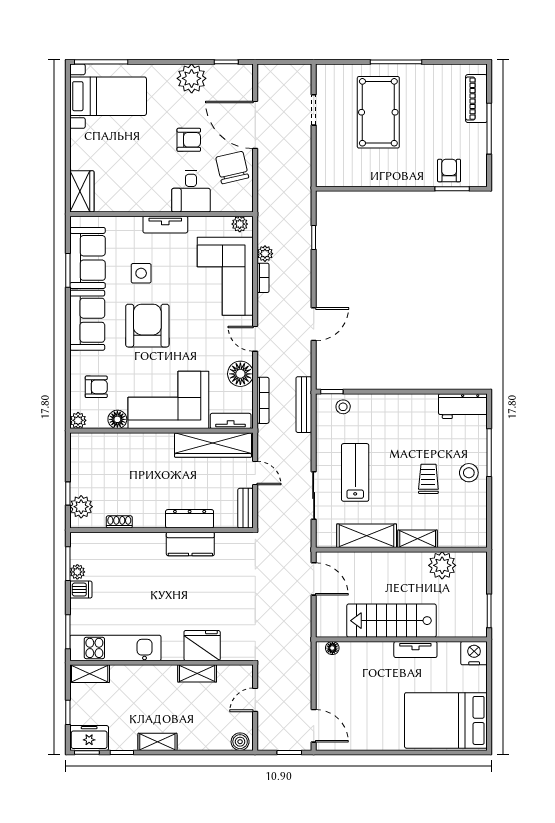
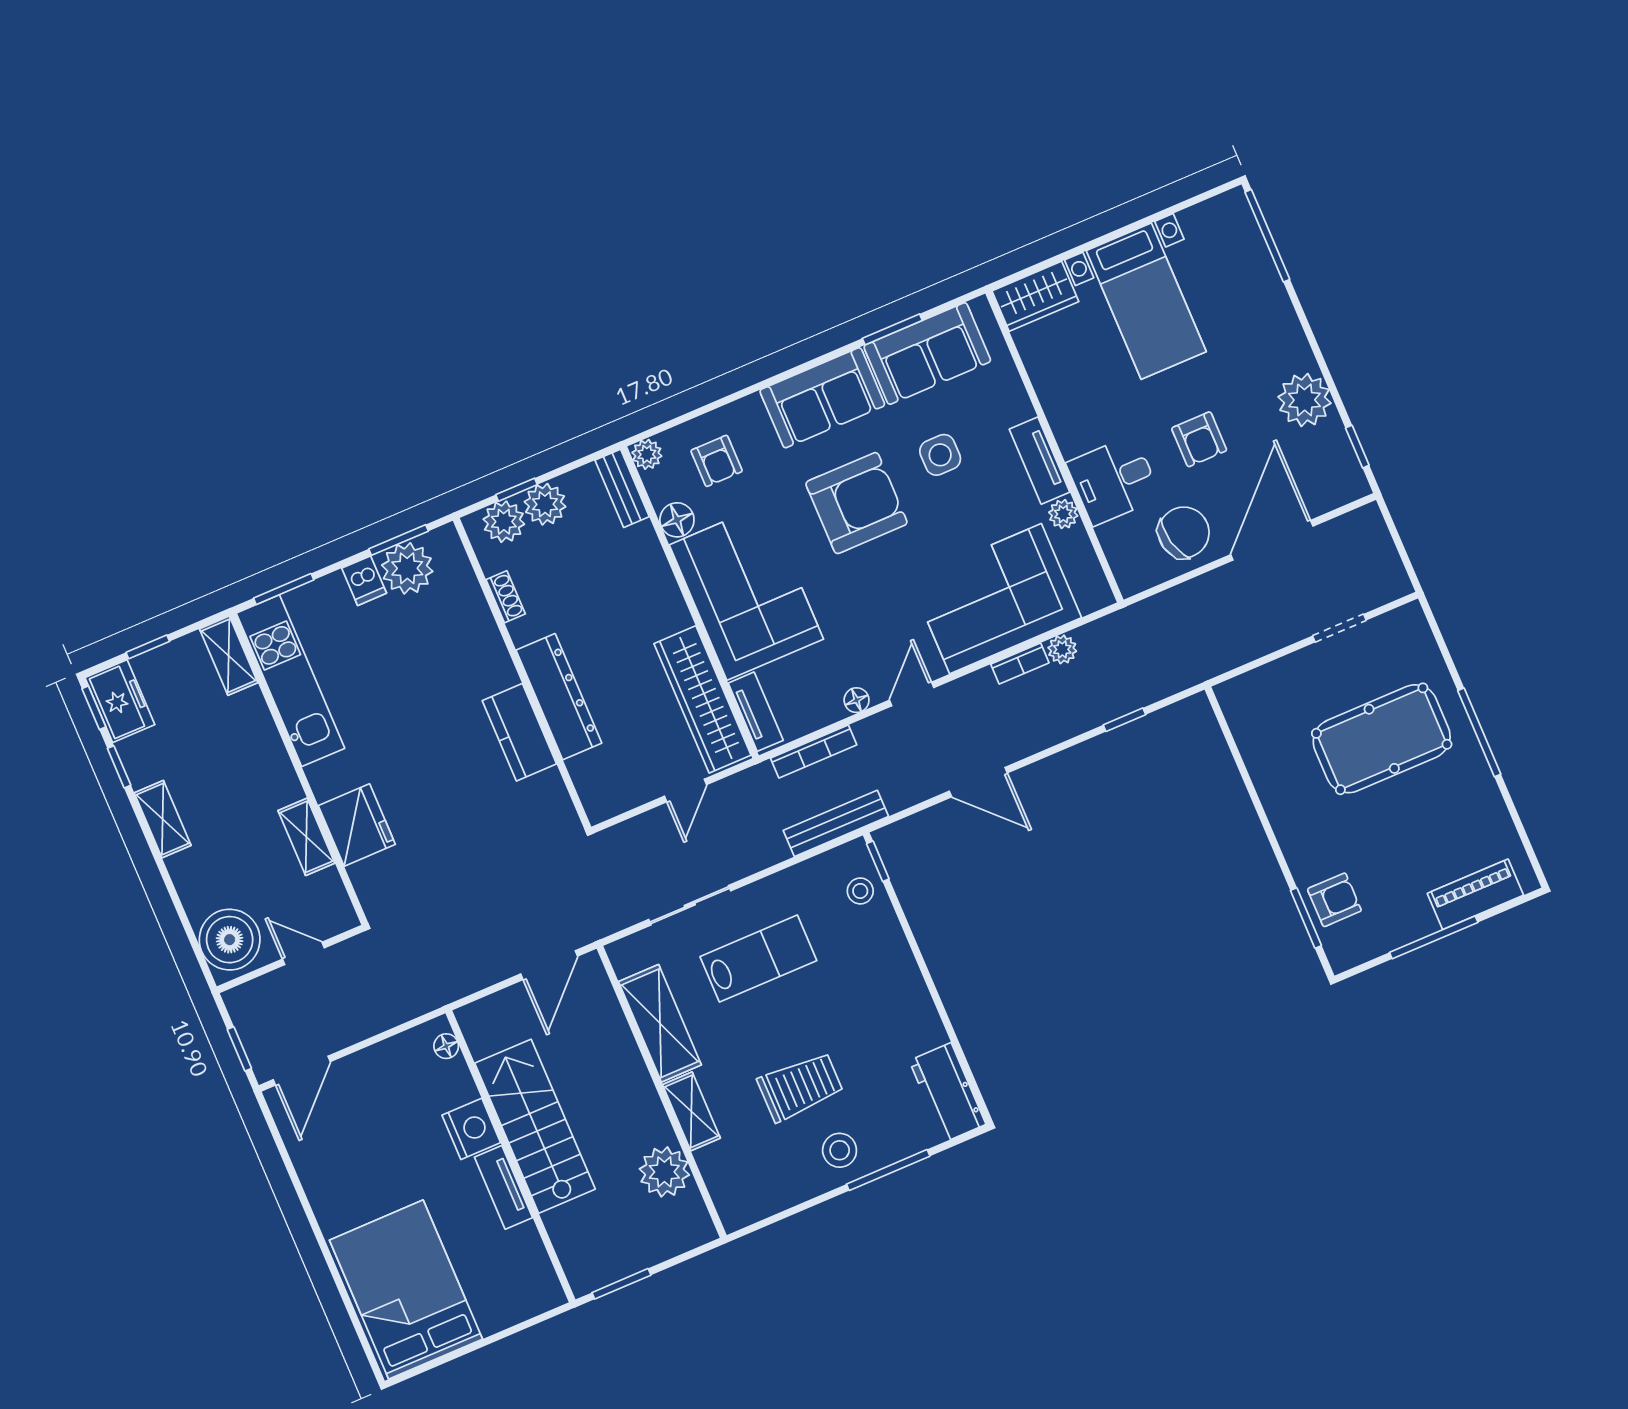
bed with nightstands: (108, 96) -> (1146, 301), moved
plant: (240, 224) -> (1063, 514), moved
floor lamp: (240, 374) -> (857, 700), width x0.53, depth x0.53
trolley: (428, 479) -> (800, 1087), width x1.36, depth x1.39
plant: (81, 482) -> (545, 504), added
bench: (246, 508) -> (622, 488), moved, turned 90
dresser: (190, 519) -> (559, 697), width x1.37, depth x1.24
plant: (77, 572) -> (407, 568), width x1.88, depth x1.88
nightstand: (474, 653) -> (471, 1129), moved
boiler: (240, 742) -> (230, 940), width x1.86, depth x1.86

